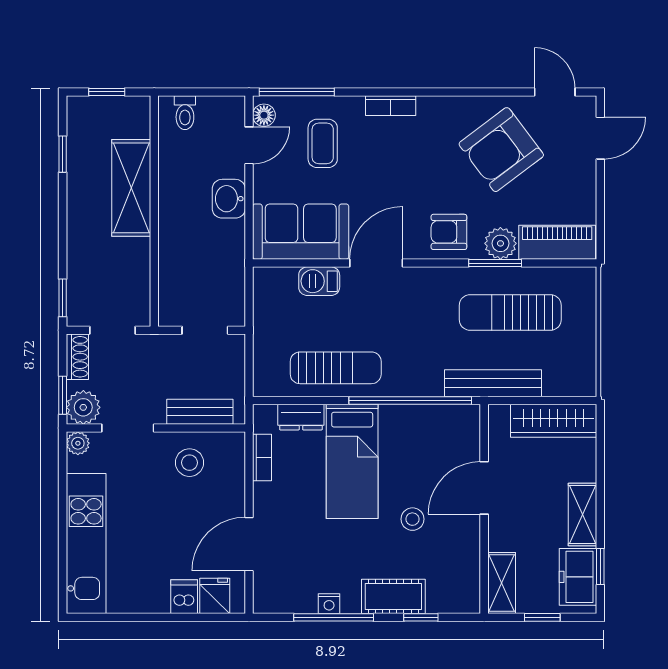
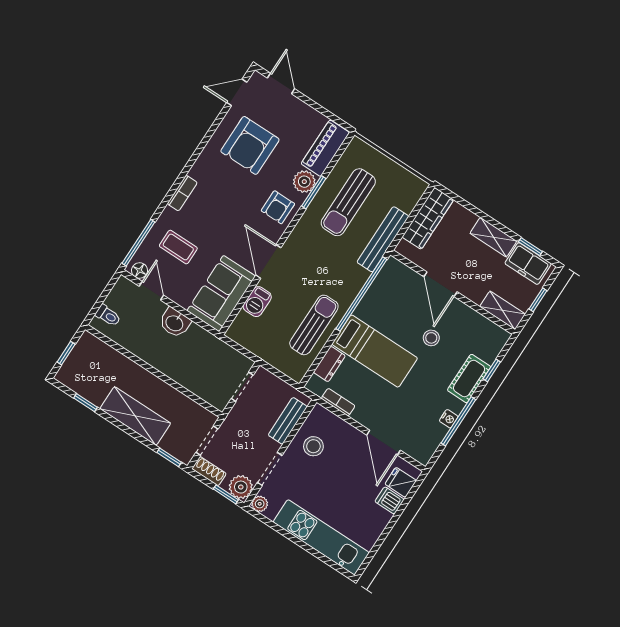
armchair: (501, 150) -> (250, 145), turned 37
shelving: (131, 188) -> (135, 416), moved

